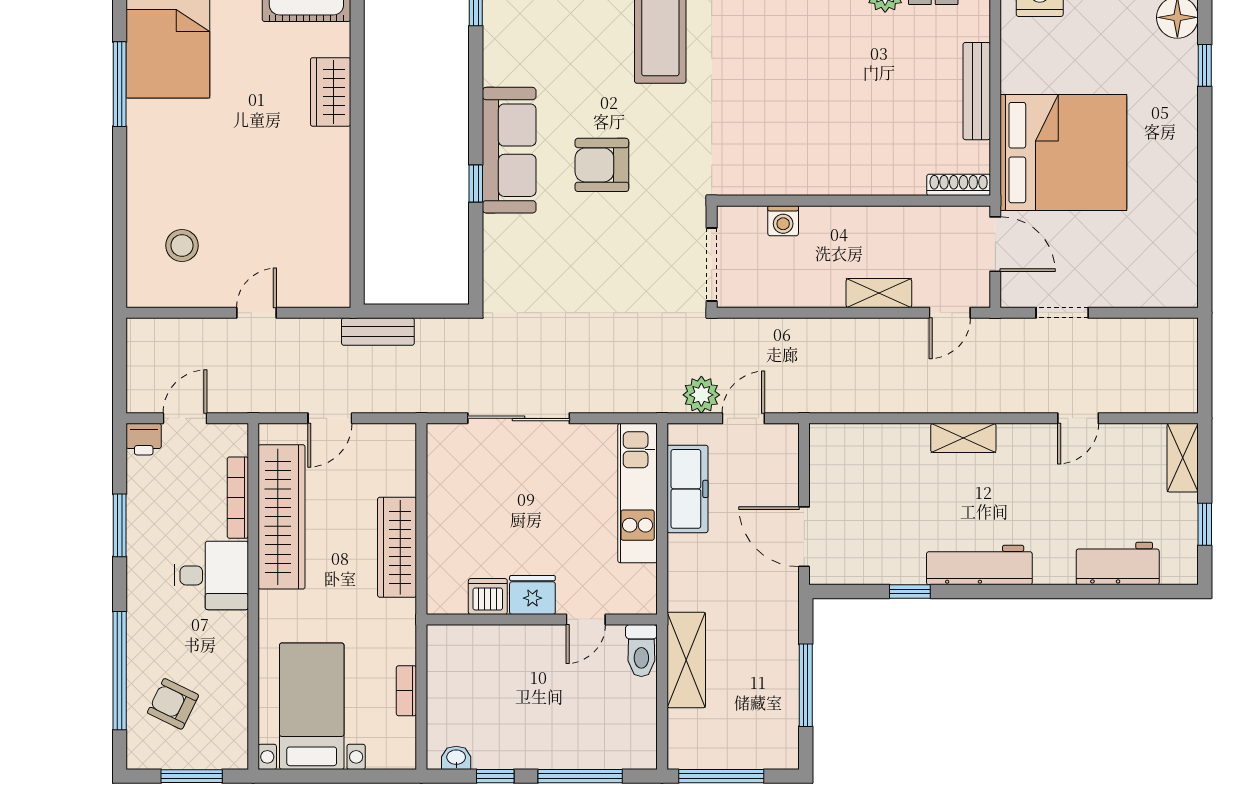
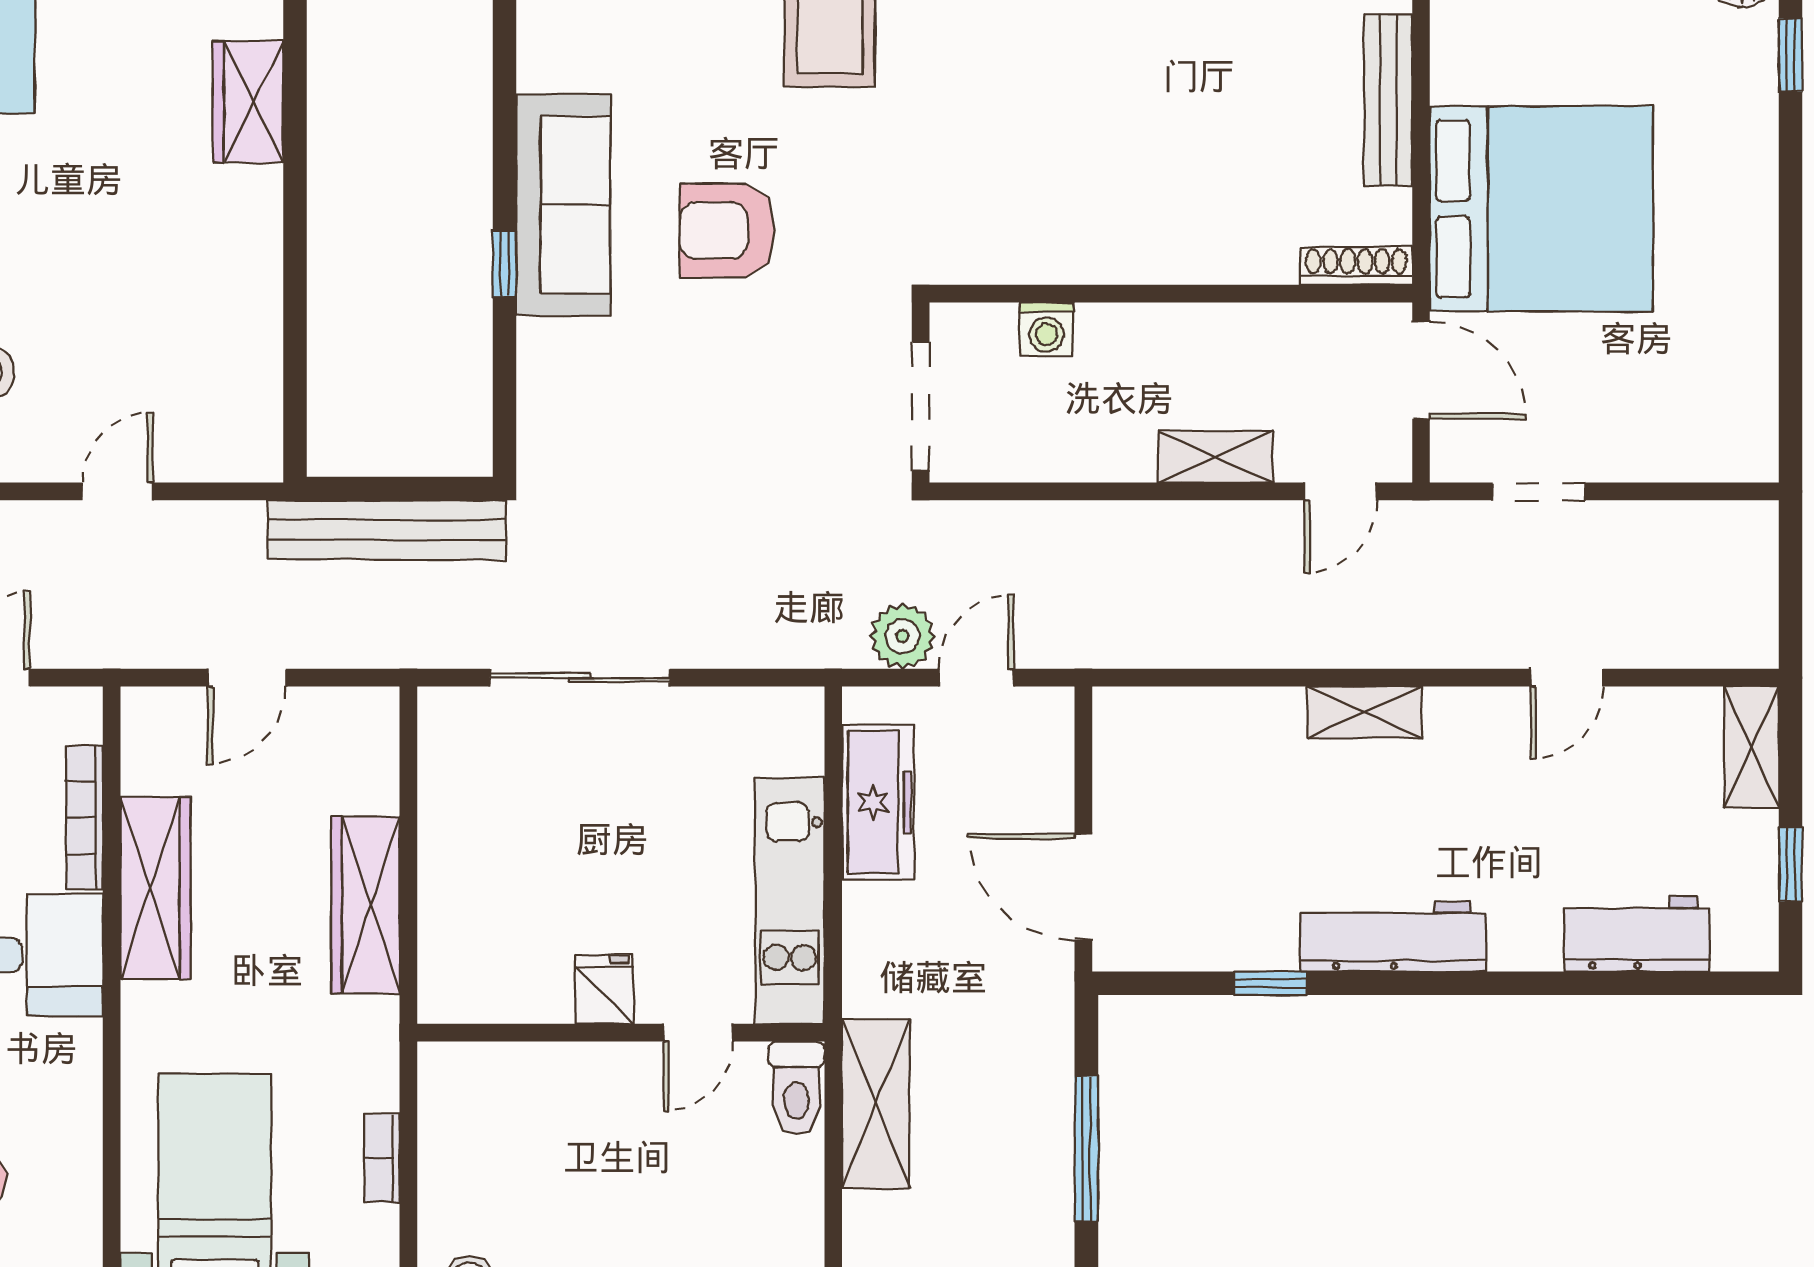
bench: (378, 332) -> (387, 530), width x1.86, depth x1.21
kitchen unit: (638, 493) -> (790, 901), moved
wardrobe: (282, 517) -> (156, 888), width x0.71, depth x0.85
fridge: (532, 595) -> (604, 989), width x0.72
dishwasher: (488, 596) -> (526, 992), removed

